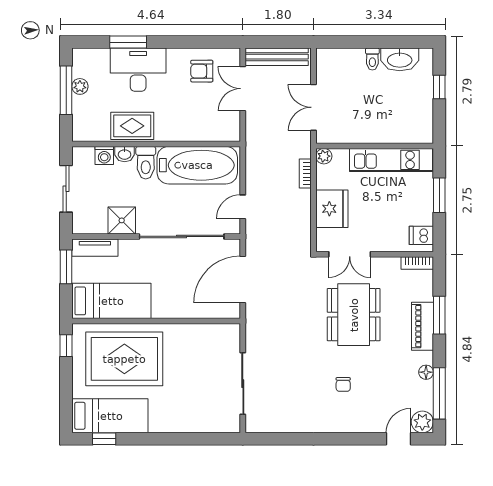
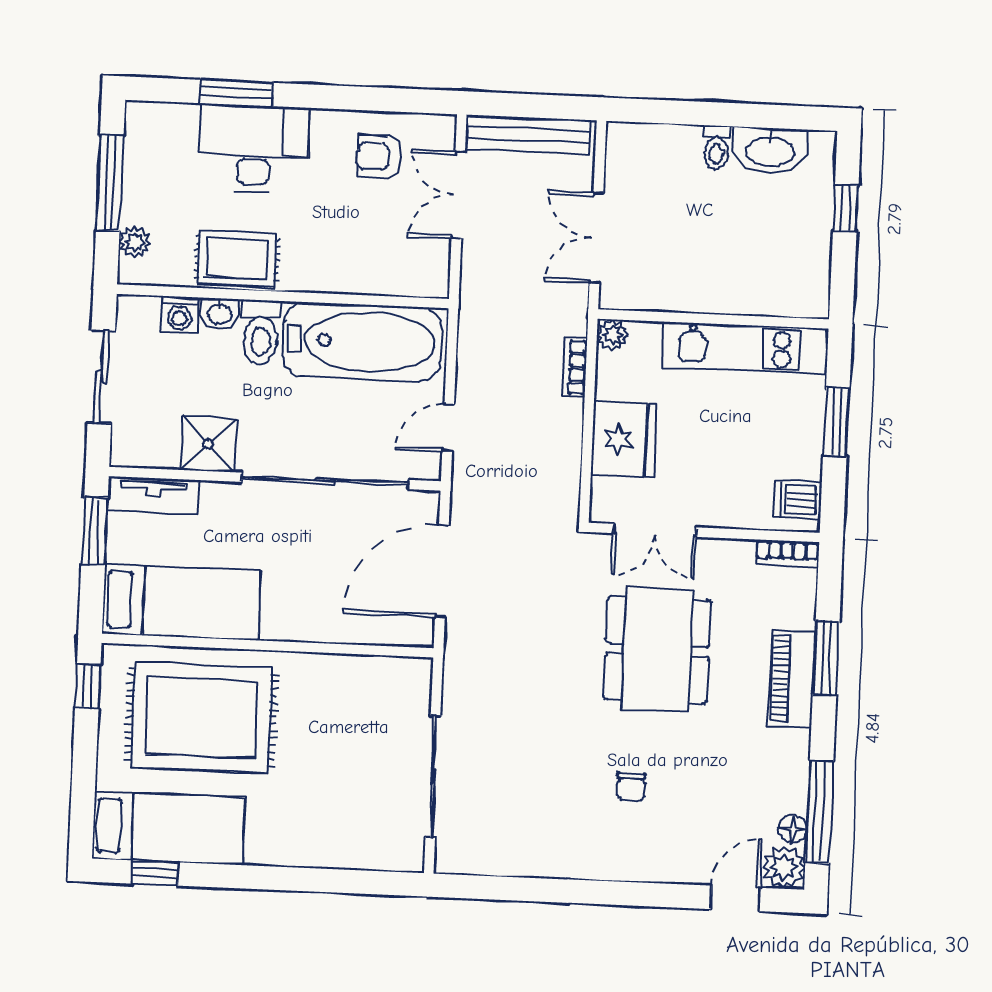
plant: (80, 86) -> (135, 242), moved
floor lamp: (426, 372) -> (793, 829), moved

